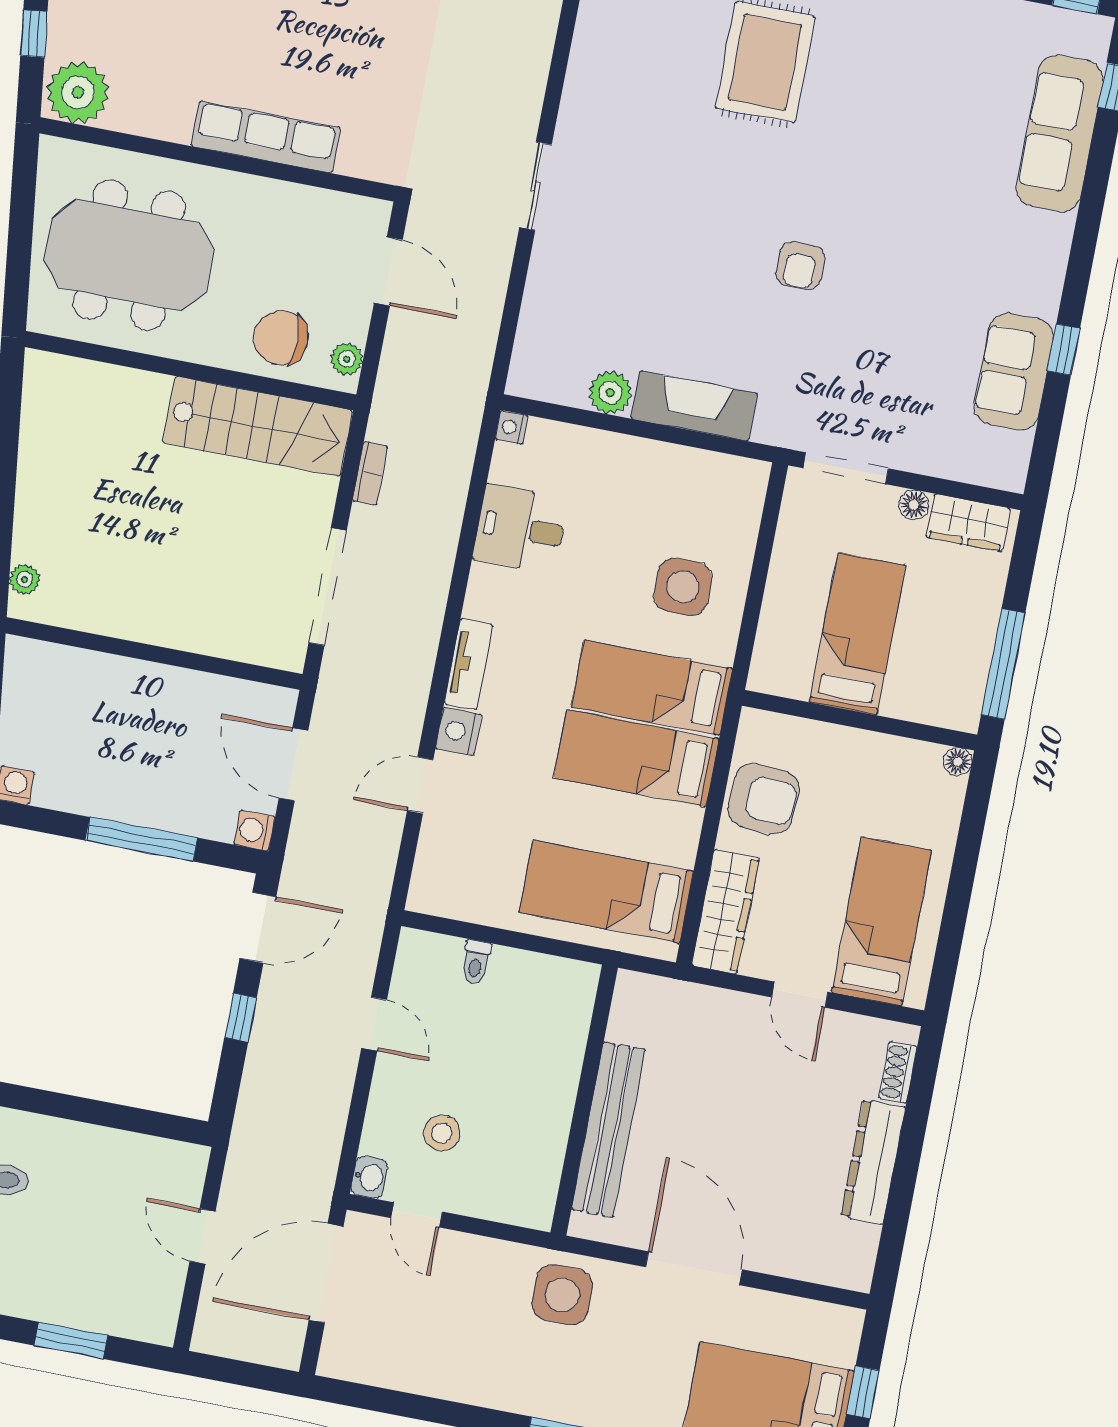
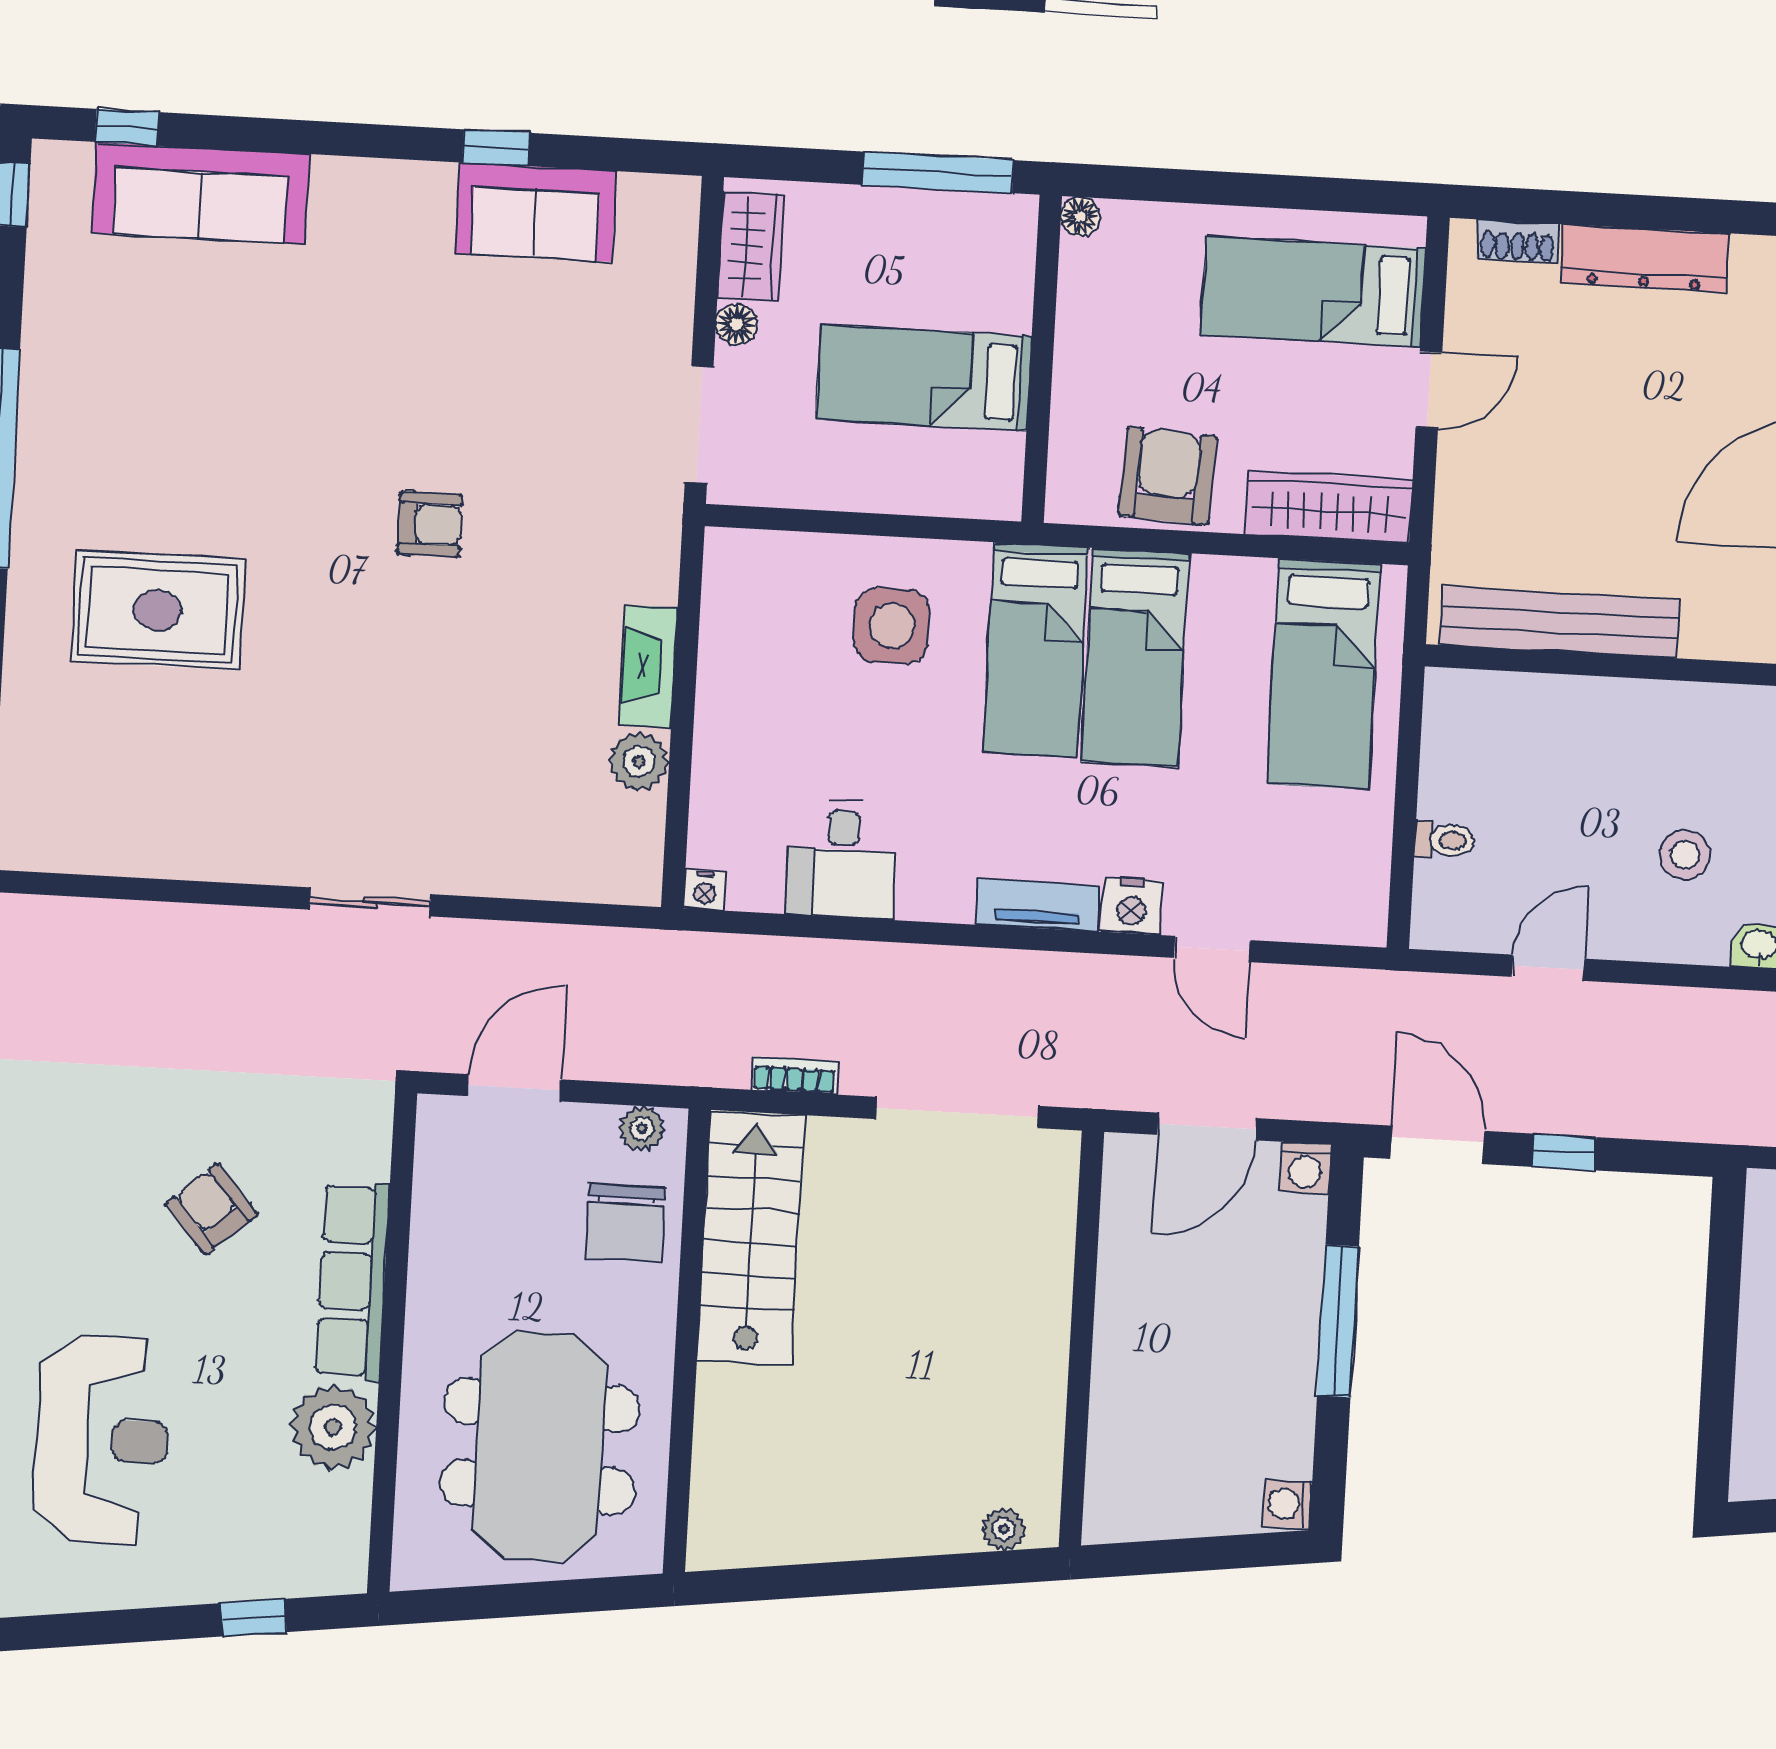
armchair: (331, 43) -> (211, 1209), added
plant: (78, 92) -> (333, 1427), moved
fireplace: (694, 406) -> (649, 667), width x0.73, depth x0.76
bench: (608, 1130) -> (1559, 622), moved

